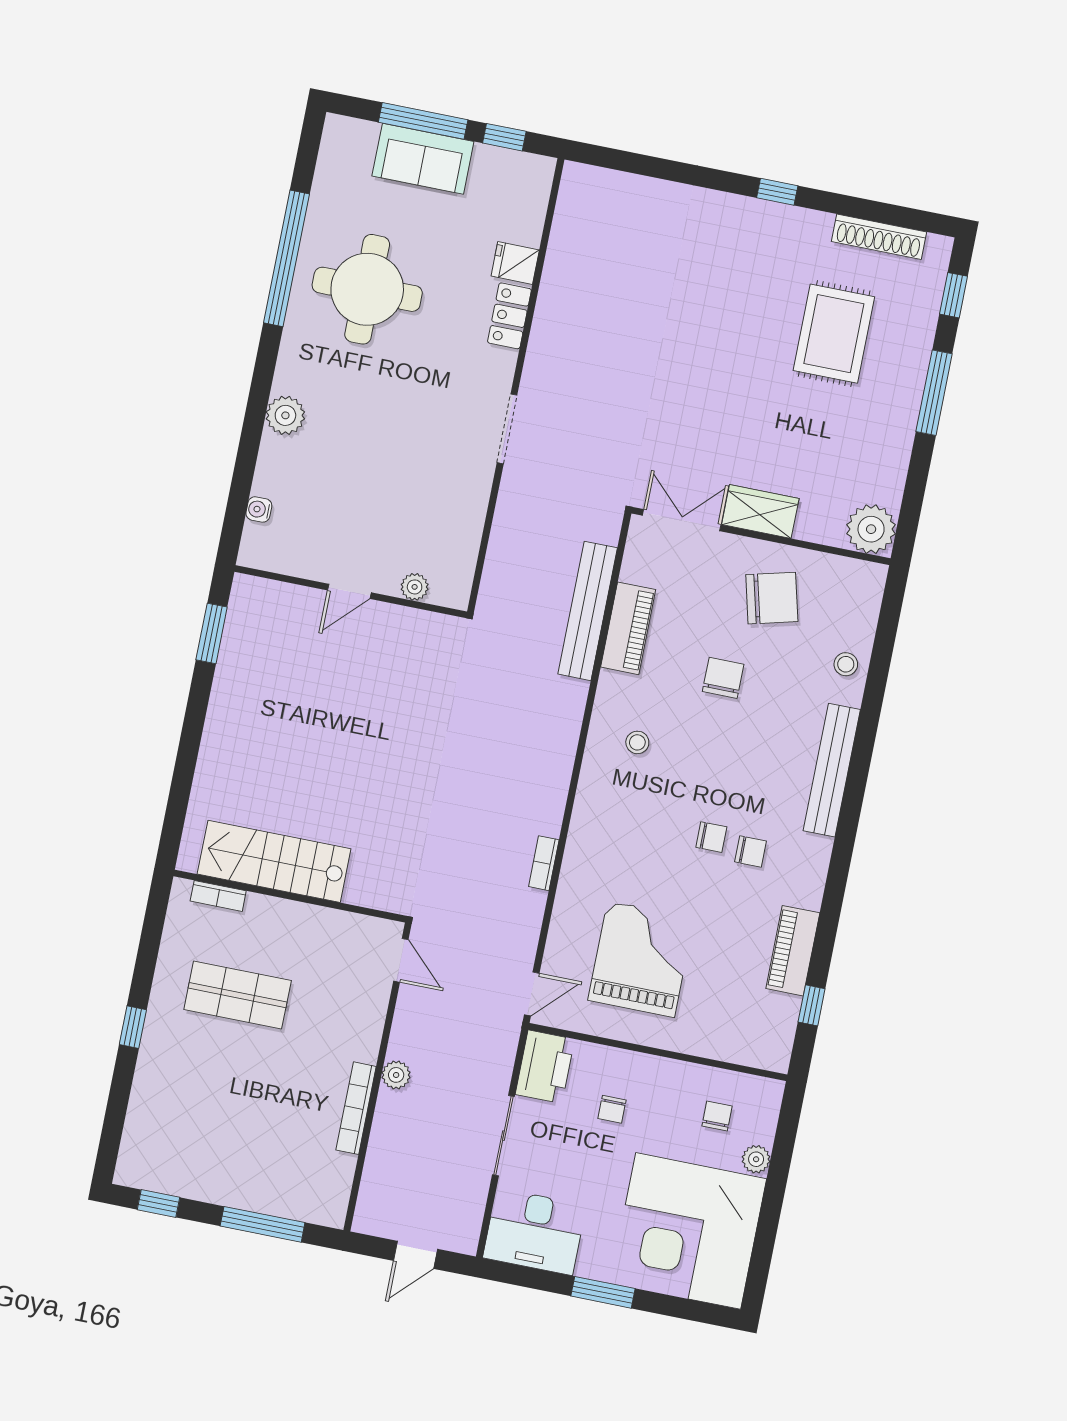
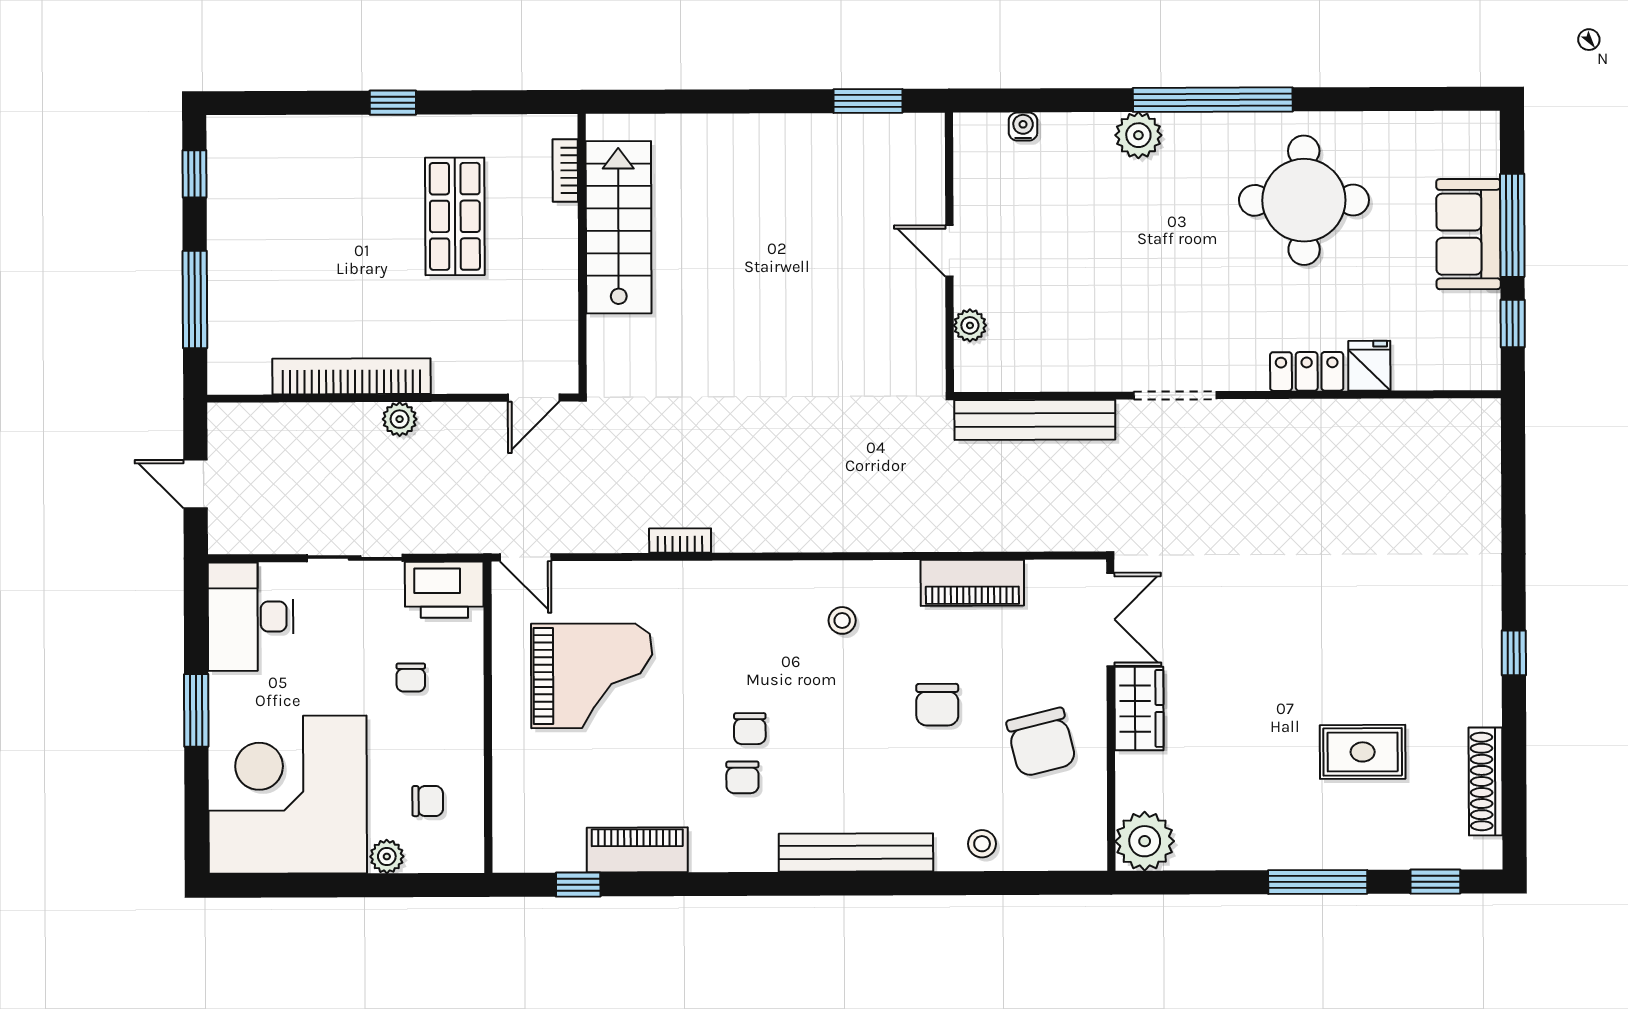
window: (287, 258) -> (1213, 100), moved
rug: (834, 334) -> (1363, 752), width x0.73, depth x0.70
bench: (588, 611) -> (1035, 420), moved
chair: (723, 678) -> (937, 705), turned 90
bookcase: (356, 1108) -> (352, 376), width x1.48, depth x1.31
chair: (612, 1109) -> (411, 678), turned -90

